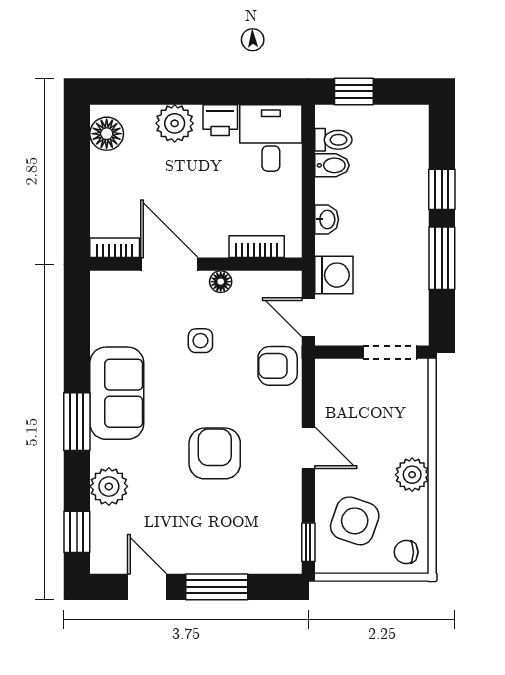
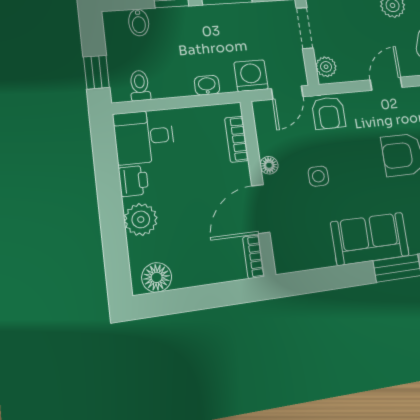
bidet: (332, 165) -> (139, 22), moved, turned 180
plant: (337, 372) -> (326, 67), added

